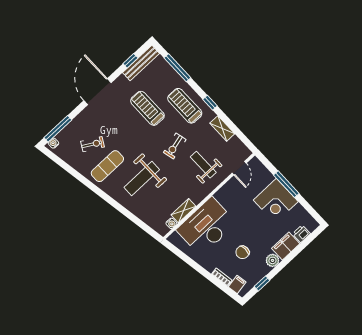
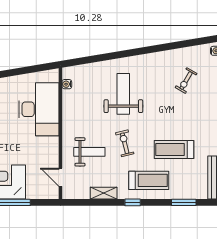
window: (177, 68) -> (184, 202), width x0.69
treadmill: (147, 108) -> (174, 149), turned 180
exercise mat: (107, 166) -> (158, 76), removed
shelving: (184, 211) -> (68, 103), removed

